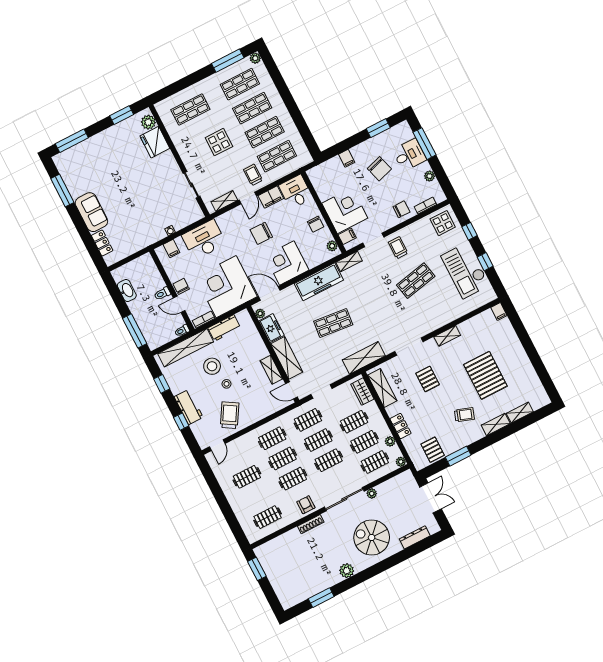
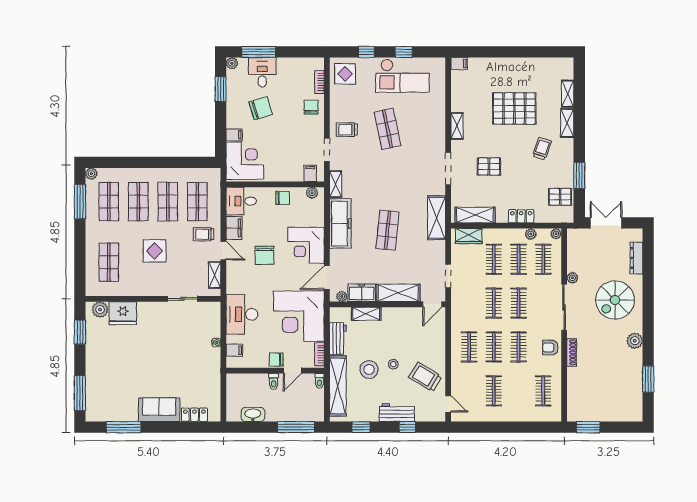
plant: (430, 176) -> (232, 63), moved
corner desk: (345, 211) -> (245, 161), moved, turned 90
shelving: (271, 370) -> (366, 314), moved
clothes rail: (308, 420) -> (469, 303), removed

